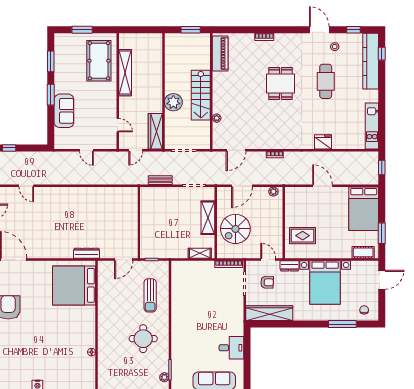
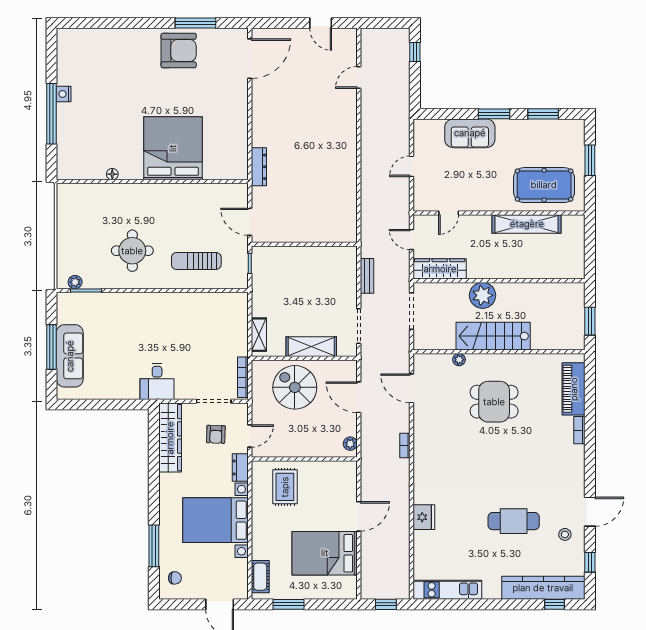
piano: (220, 53) -> (574, 389), moved, turned 90
dining table: (280, 83) -> (494, 402), moved
bed: (364, 209) -> (325, 553), moved
bed: (74, 285) -> (173, 148), moved
desk: (231, 348) -> (157, 381), moved

